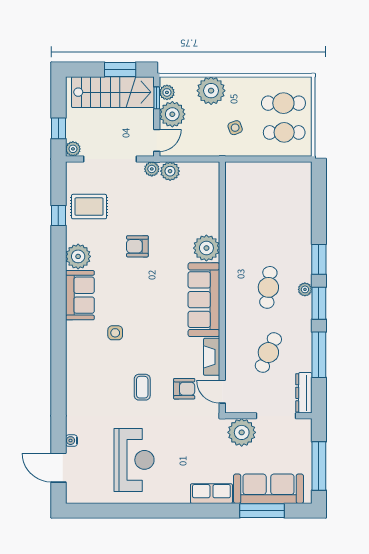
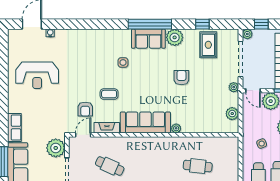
plant: (170, 171) -> (232, 114), moved
plant: (206, 248) -> (176, 128), width x0.53, depth x0.53
cafe table: (268, 287) -> (198, 166), moved
window: (58, 293) -> (150, 24), added
coffee table: (142, 387) -> (109, 94), moved

